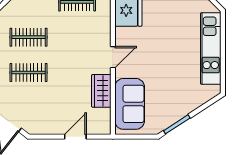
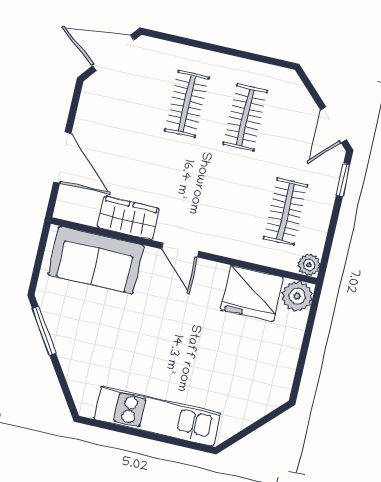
door: (75, 137) -> (62, 158), width x1.38

